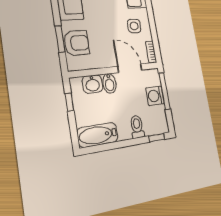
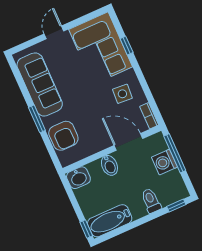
window: (60, 39) -> (37, 119), moved
armchair: (76, 43) -> (63, 136), turned 90
washbasin: (92, 84) -> (78, 178), moved
window: (69, 102) -> (86, 229), moved

